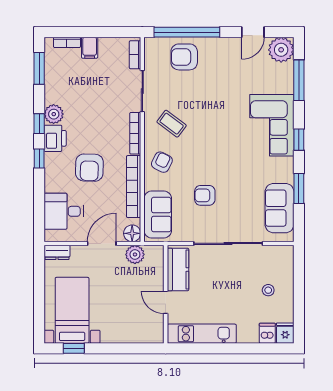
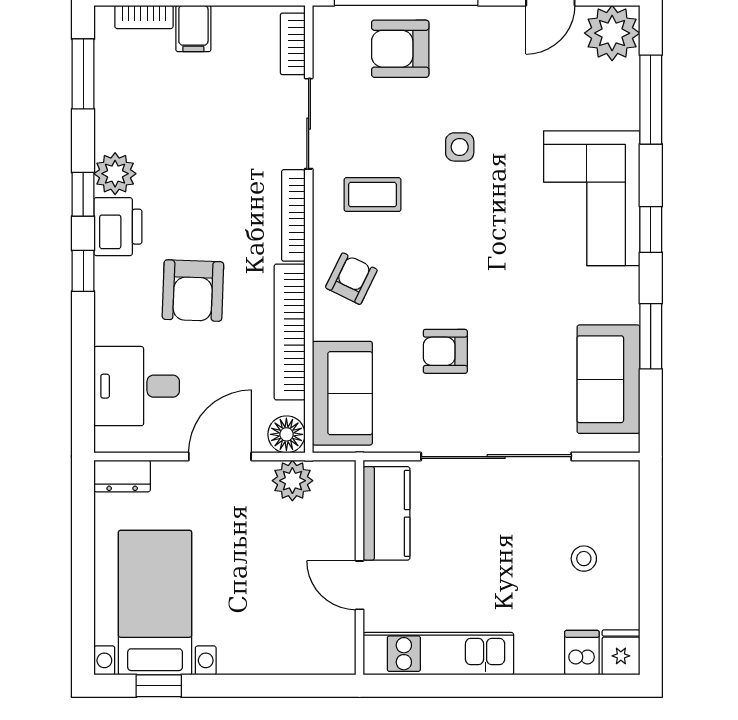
side table: (211, 102) -> (460, 147), added
coffee table: (172, 124) -> (373, 195), turned -37

